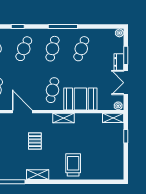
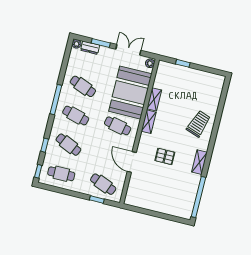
dresser: (119, 62) -> (90, 48), moved
double door: (126, 83) -> (128, 50), swing flipped
booth: (80, 99) -> (130, 93), width x1.36, depth x1.42
door: (22, 112) -> (132, 162), hinge flipped
shelving: (113, 118) -> (154, 99), moved
trolley: (73, 165) -> (199, 124), turned 109

